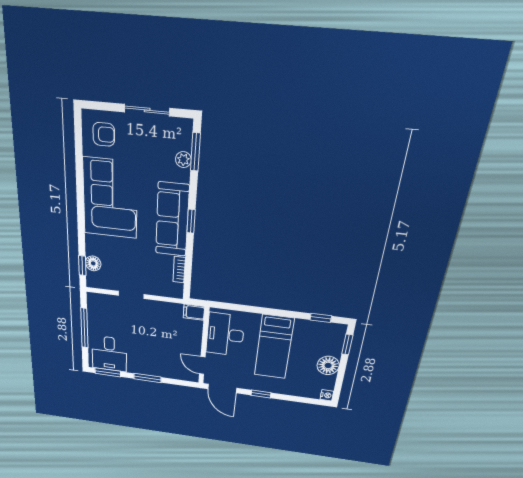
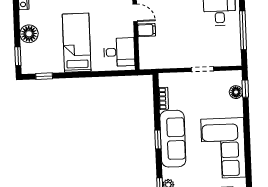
filing cabinet: (194, 312) -> (147, 30), moved
desk: (225, 334) -> (119, 52), width x0.73

